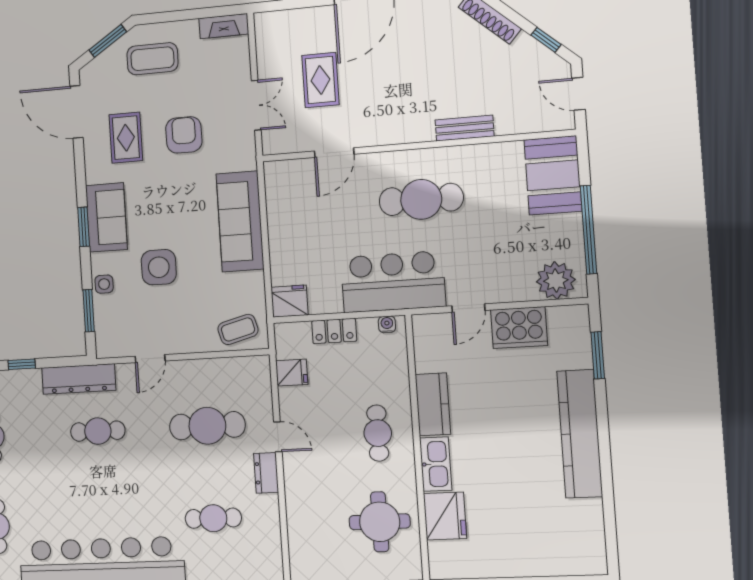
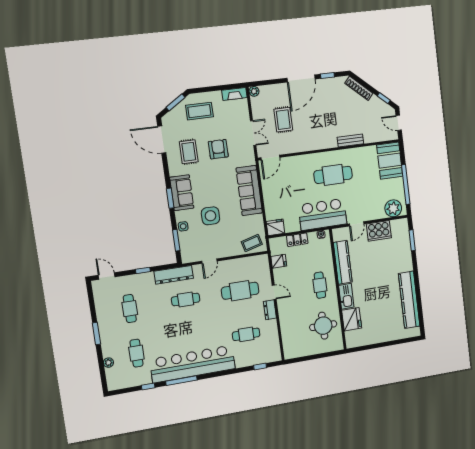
plant: (264, 22) -> (254, 91), added
door: (334, 153) -> (270, 158), moved
kitchen counter: (433, 404) -> (343, 262), width x1.50
kitchen counter: (580, 434) -> (409, 300), moved

